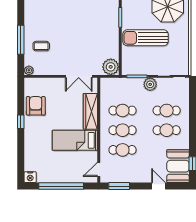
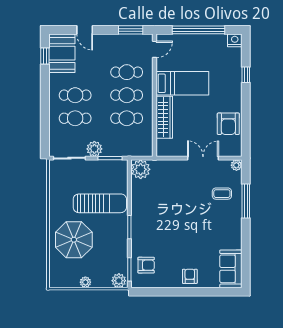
double door: (79, 76) -> (203, 158), moved
window: (21, 122) -> (246, 75), moved

